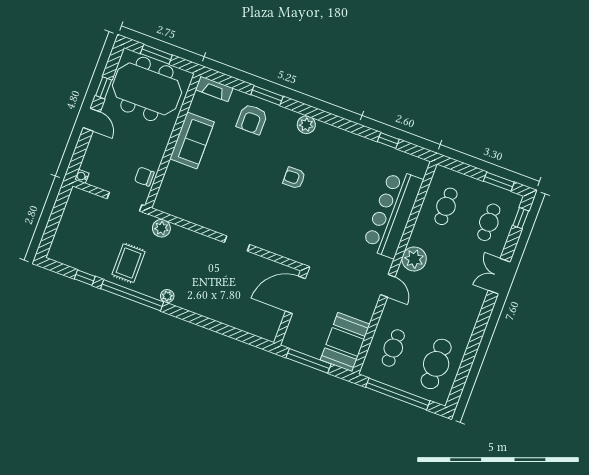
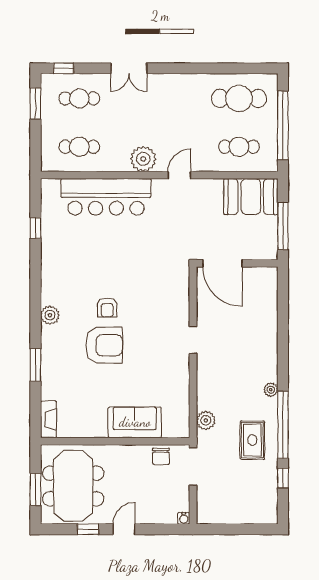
armchair: (252, 119) -> (104, 345), moved, width x1.36, depth x1.36
sofa: (192, 140) -> (135, 422), moved
rug: (128, 263) -> (252, 440), turned 90

